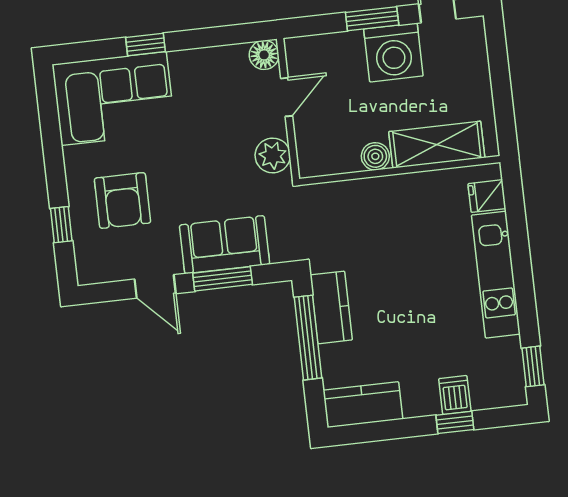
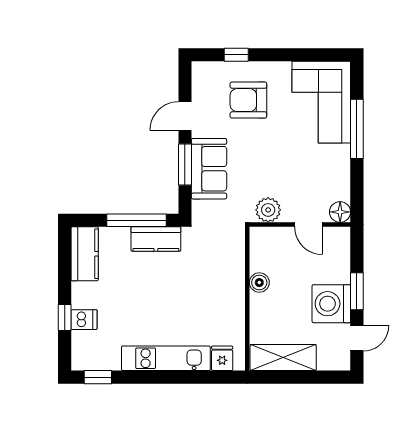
window: (146, 45) -> (357, 129), width x2.17
shelving: (437, 145) -> (283, 358), moved, turned 90

